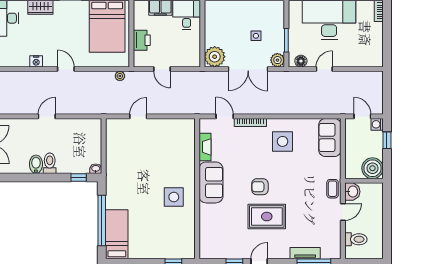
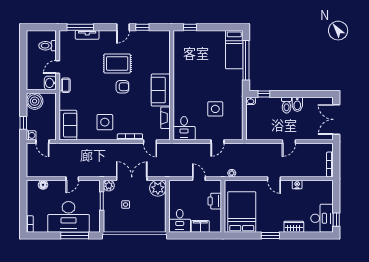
floor lamp: (301, 61) -> (43, 185), moved
desk: (181, 133) -> (184, 128), added
side table: (174, 197) -> (215, 109), moved

